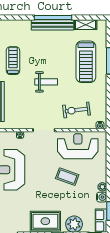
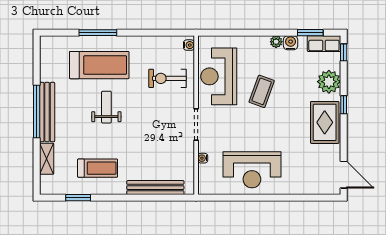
shelving: (86, 25) -> (47, 159), moved
treadmill: (13, 61) -> (98, 168), turned 180
weight bench: (46, 82) -> (106, 107), moved
exercise bike: (76, 110) -> (168, 78), turned 97

